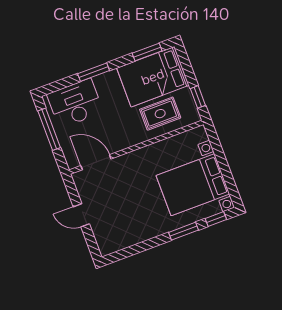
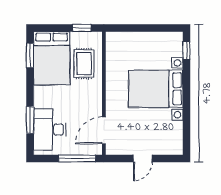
window: (94, 72) -> (30, 120), moved
window: (49, 129) -> (77, 158), moved
bed with nightstands: (193, 185) -> (156, 89), moved, turned 90
window: (183, 231) -> (186, 80), removed

